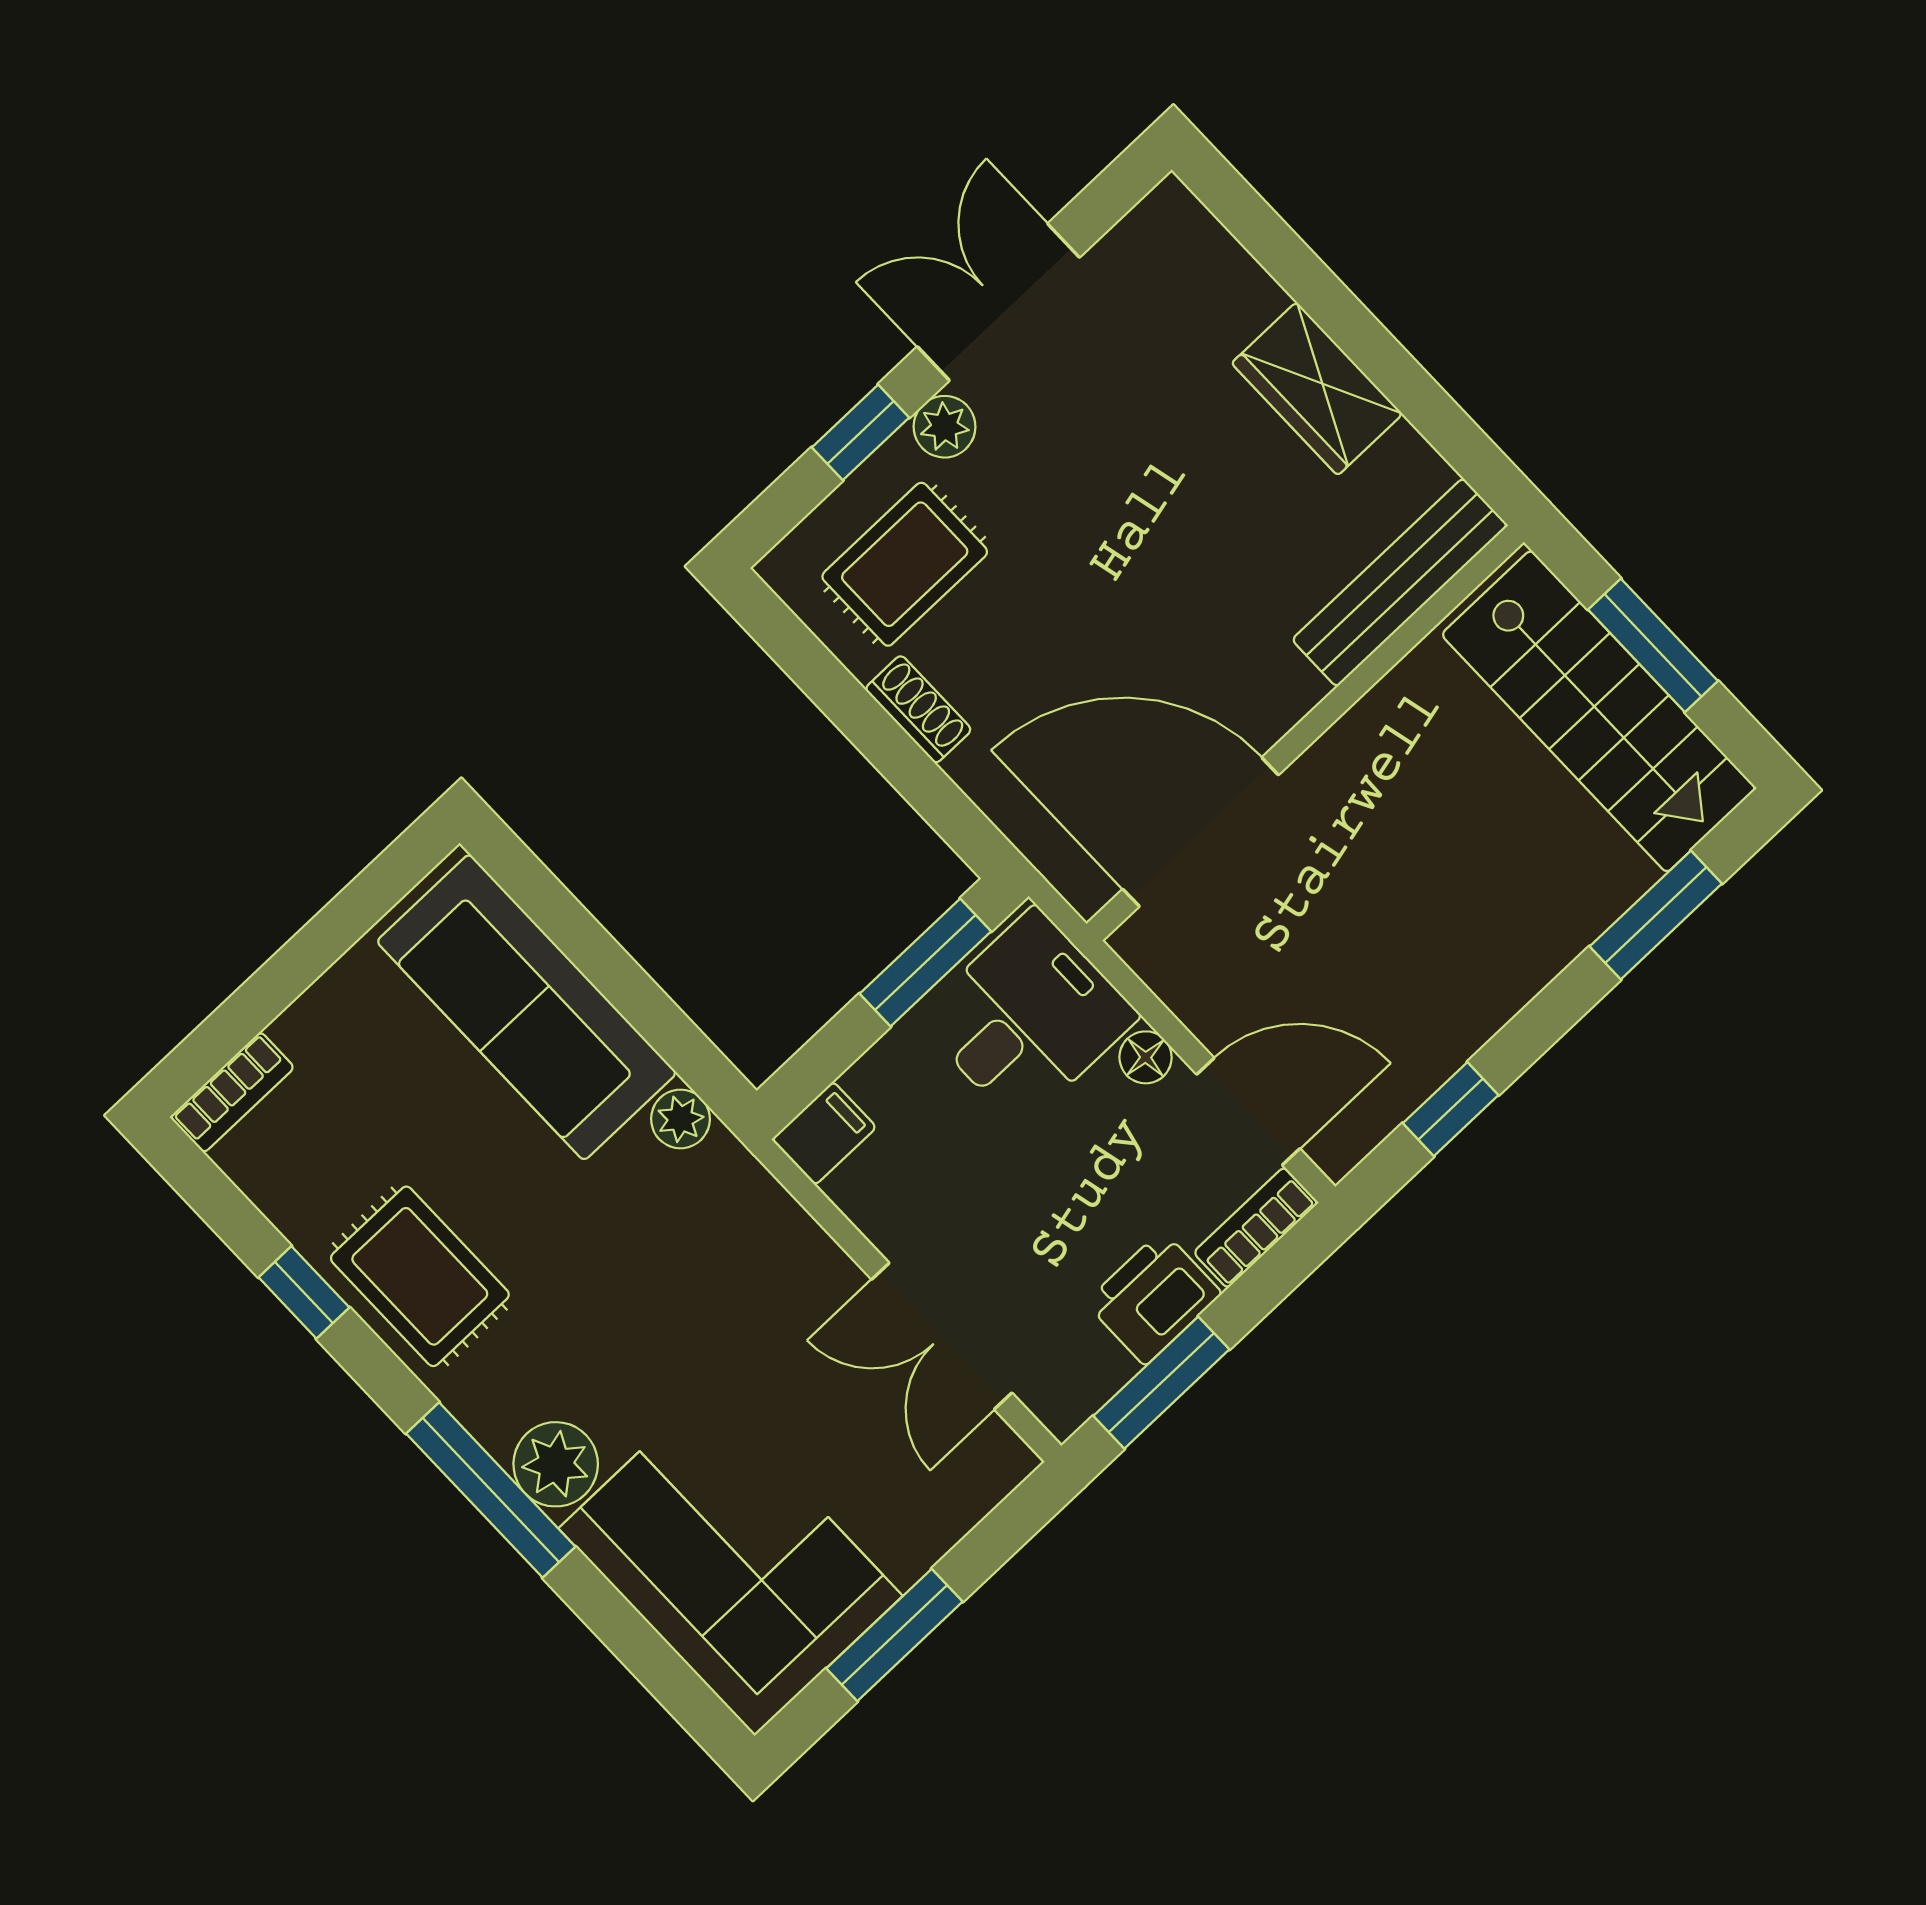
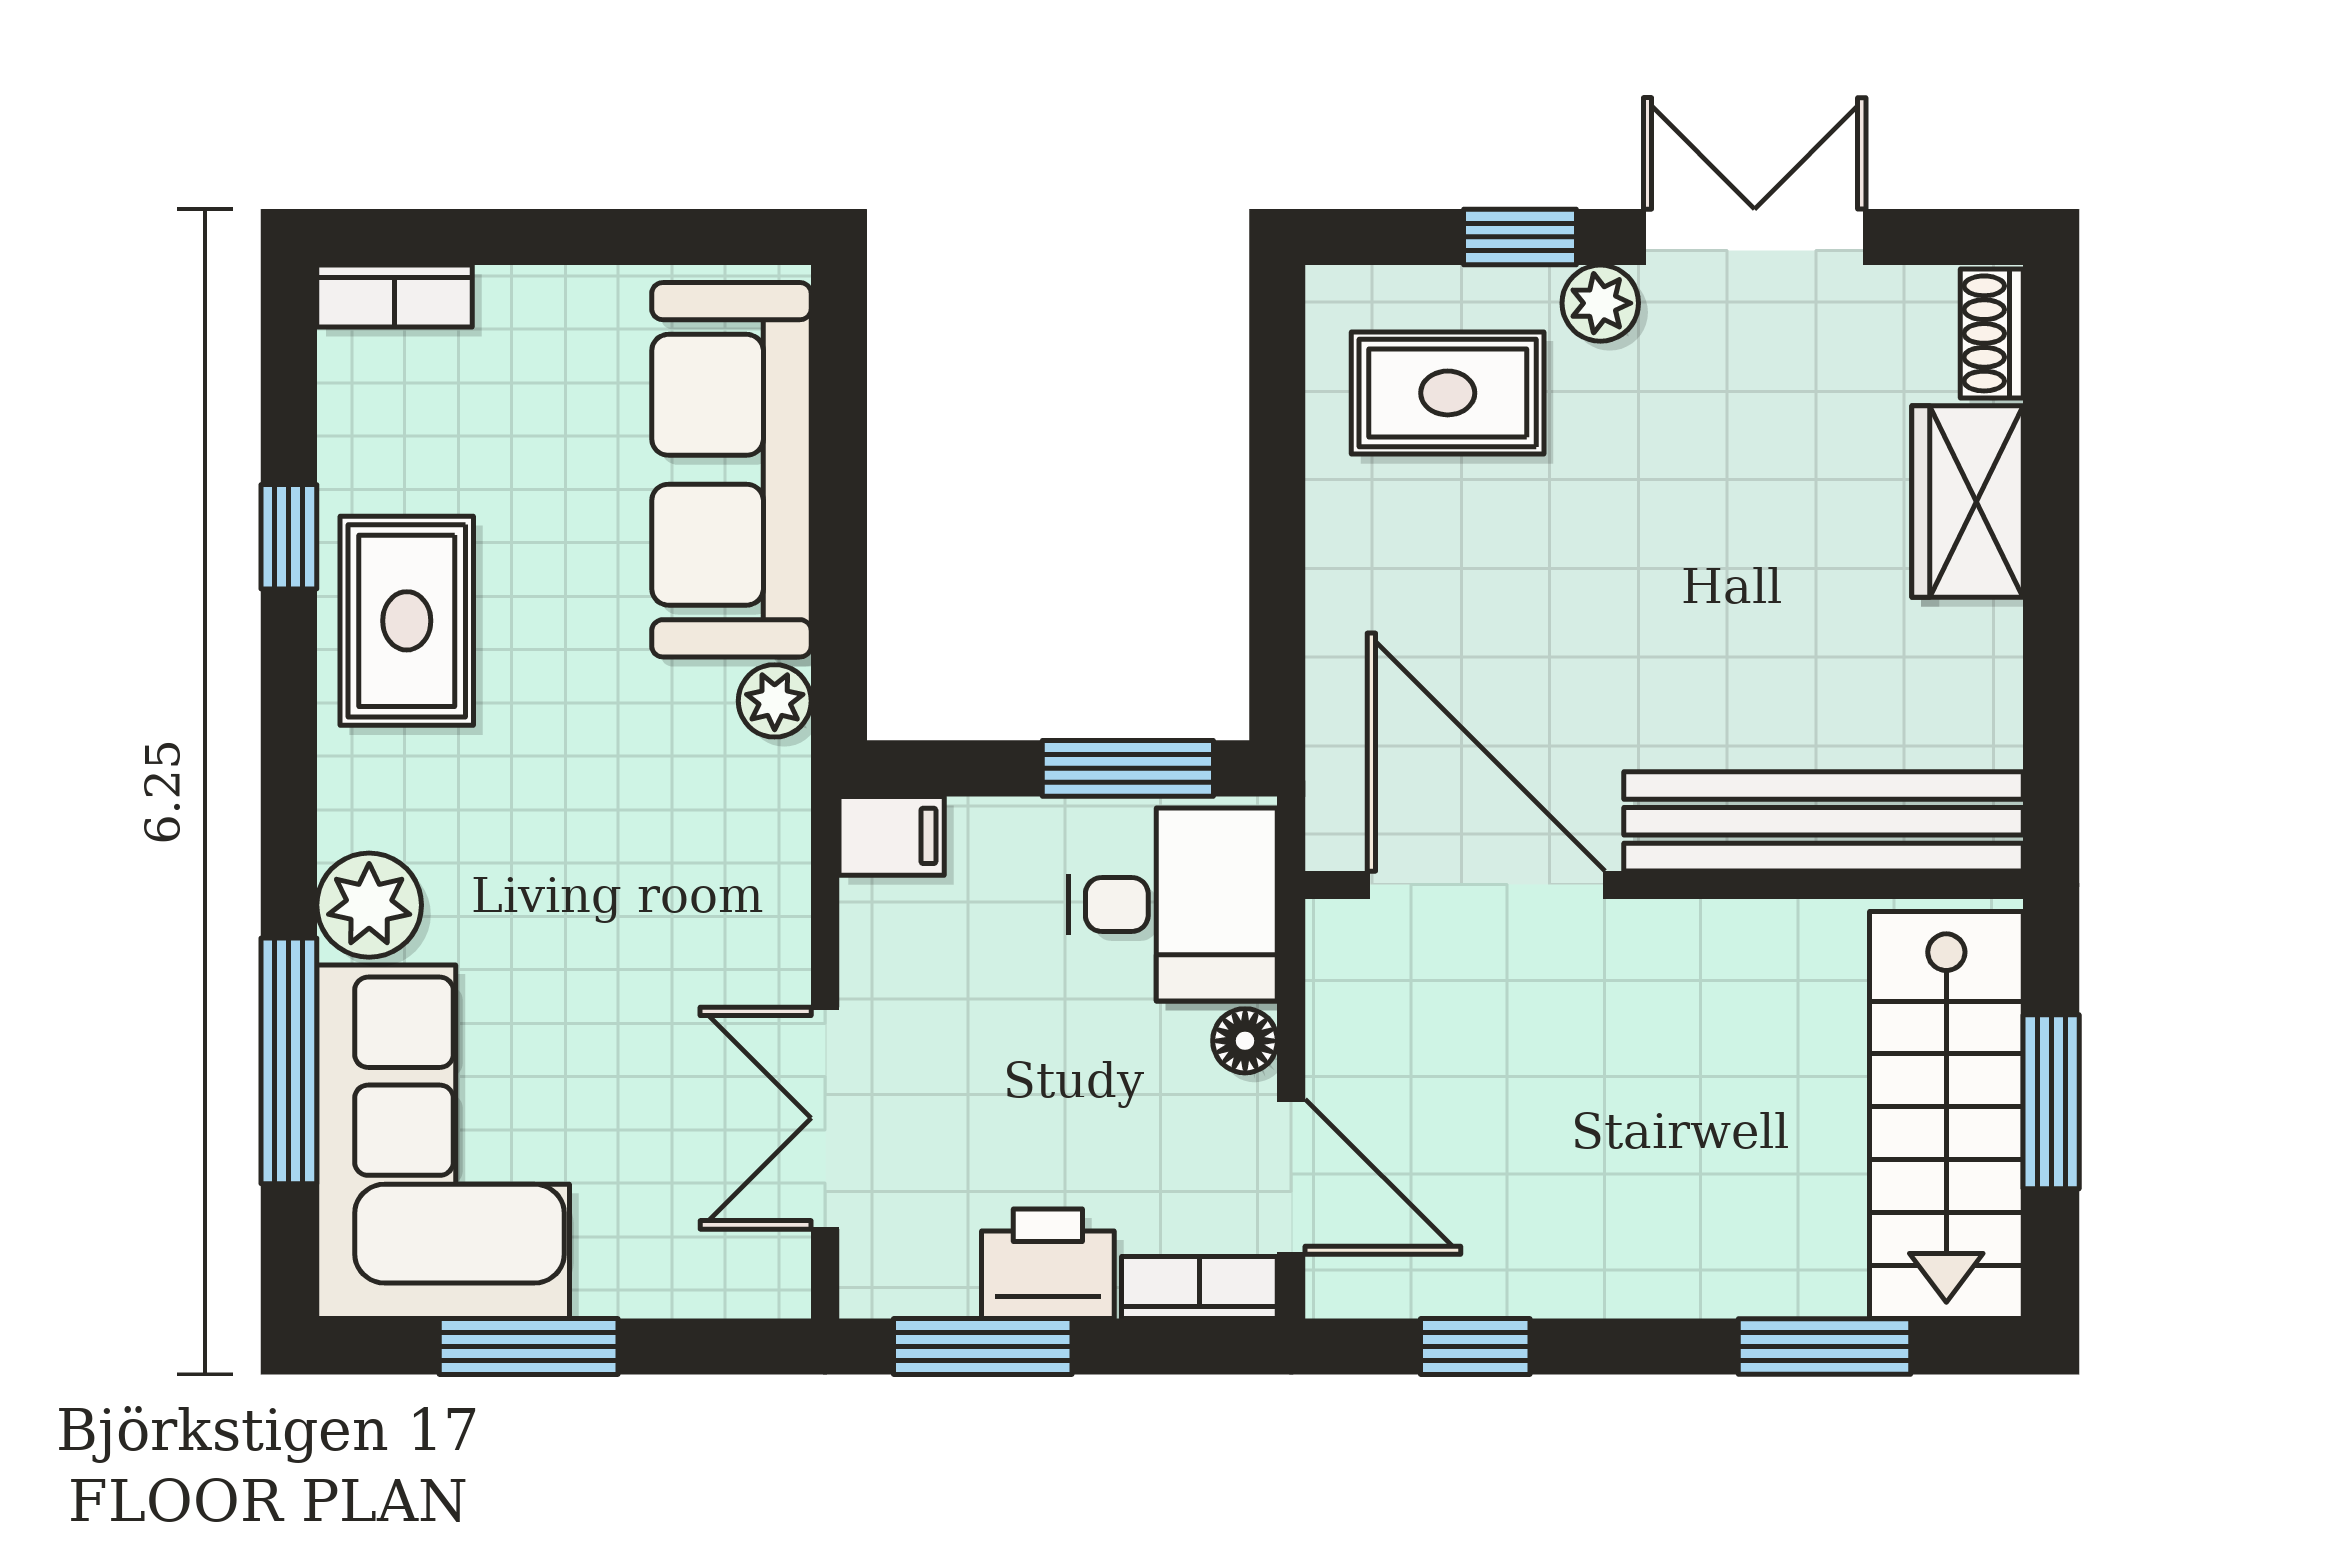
wardrobe: (1317, 389) -> (1968, 501), moved
bench: (1400, 582) -> (1823, 821), width x1.37, depth x1.21
shoe rack: (918, 709) -> (1992, 333), moved, turned 180
window: (491, 1490) -> (289, 1061), moved

